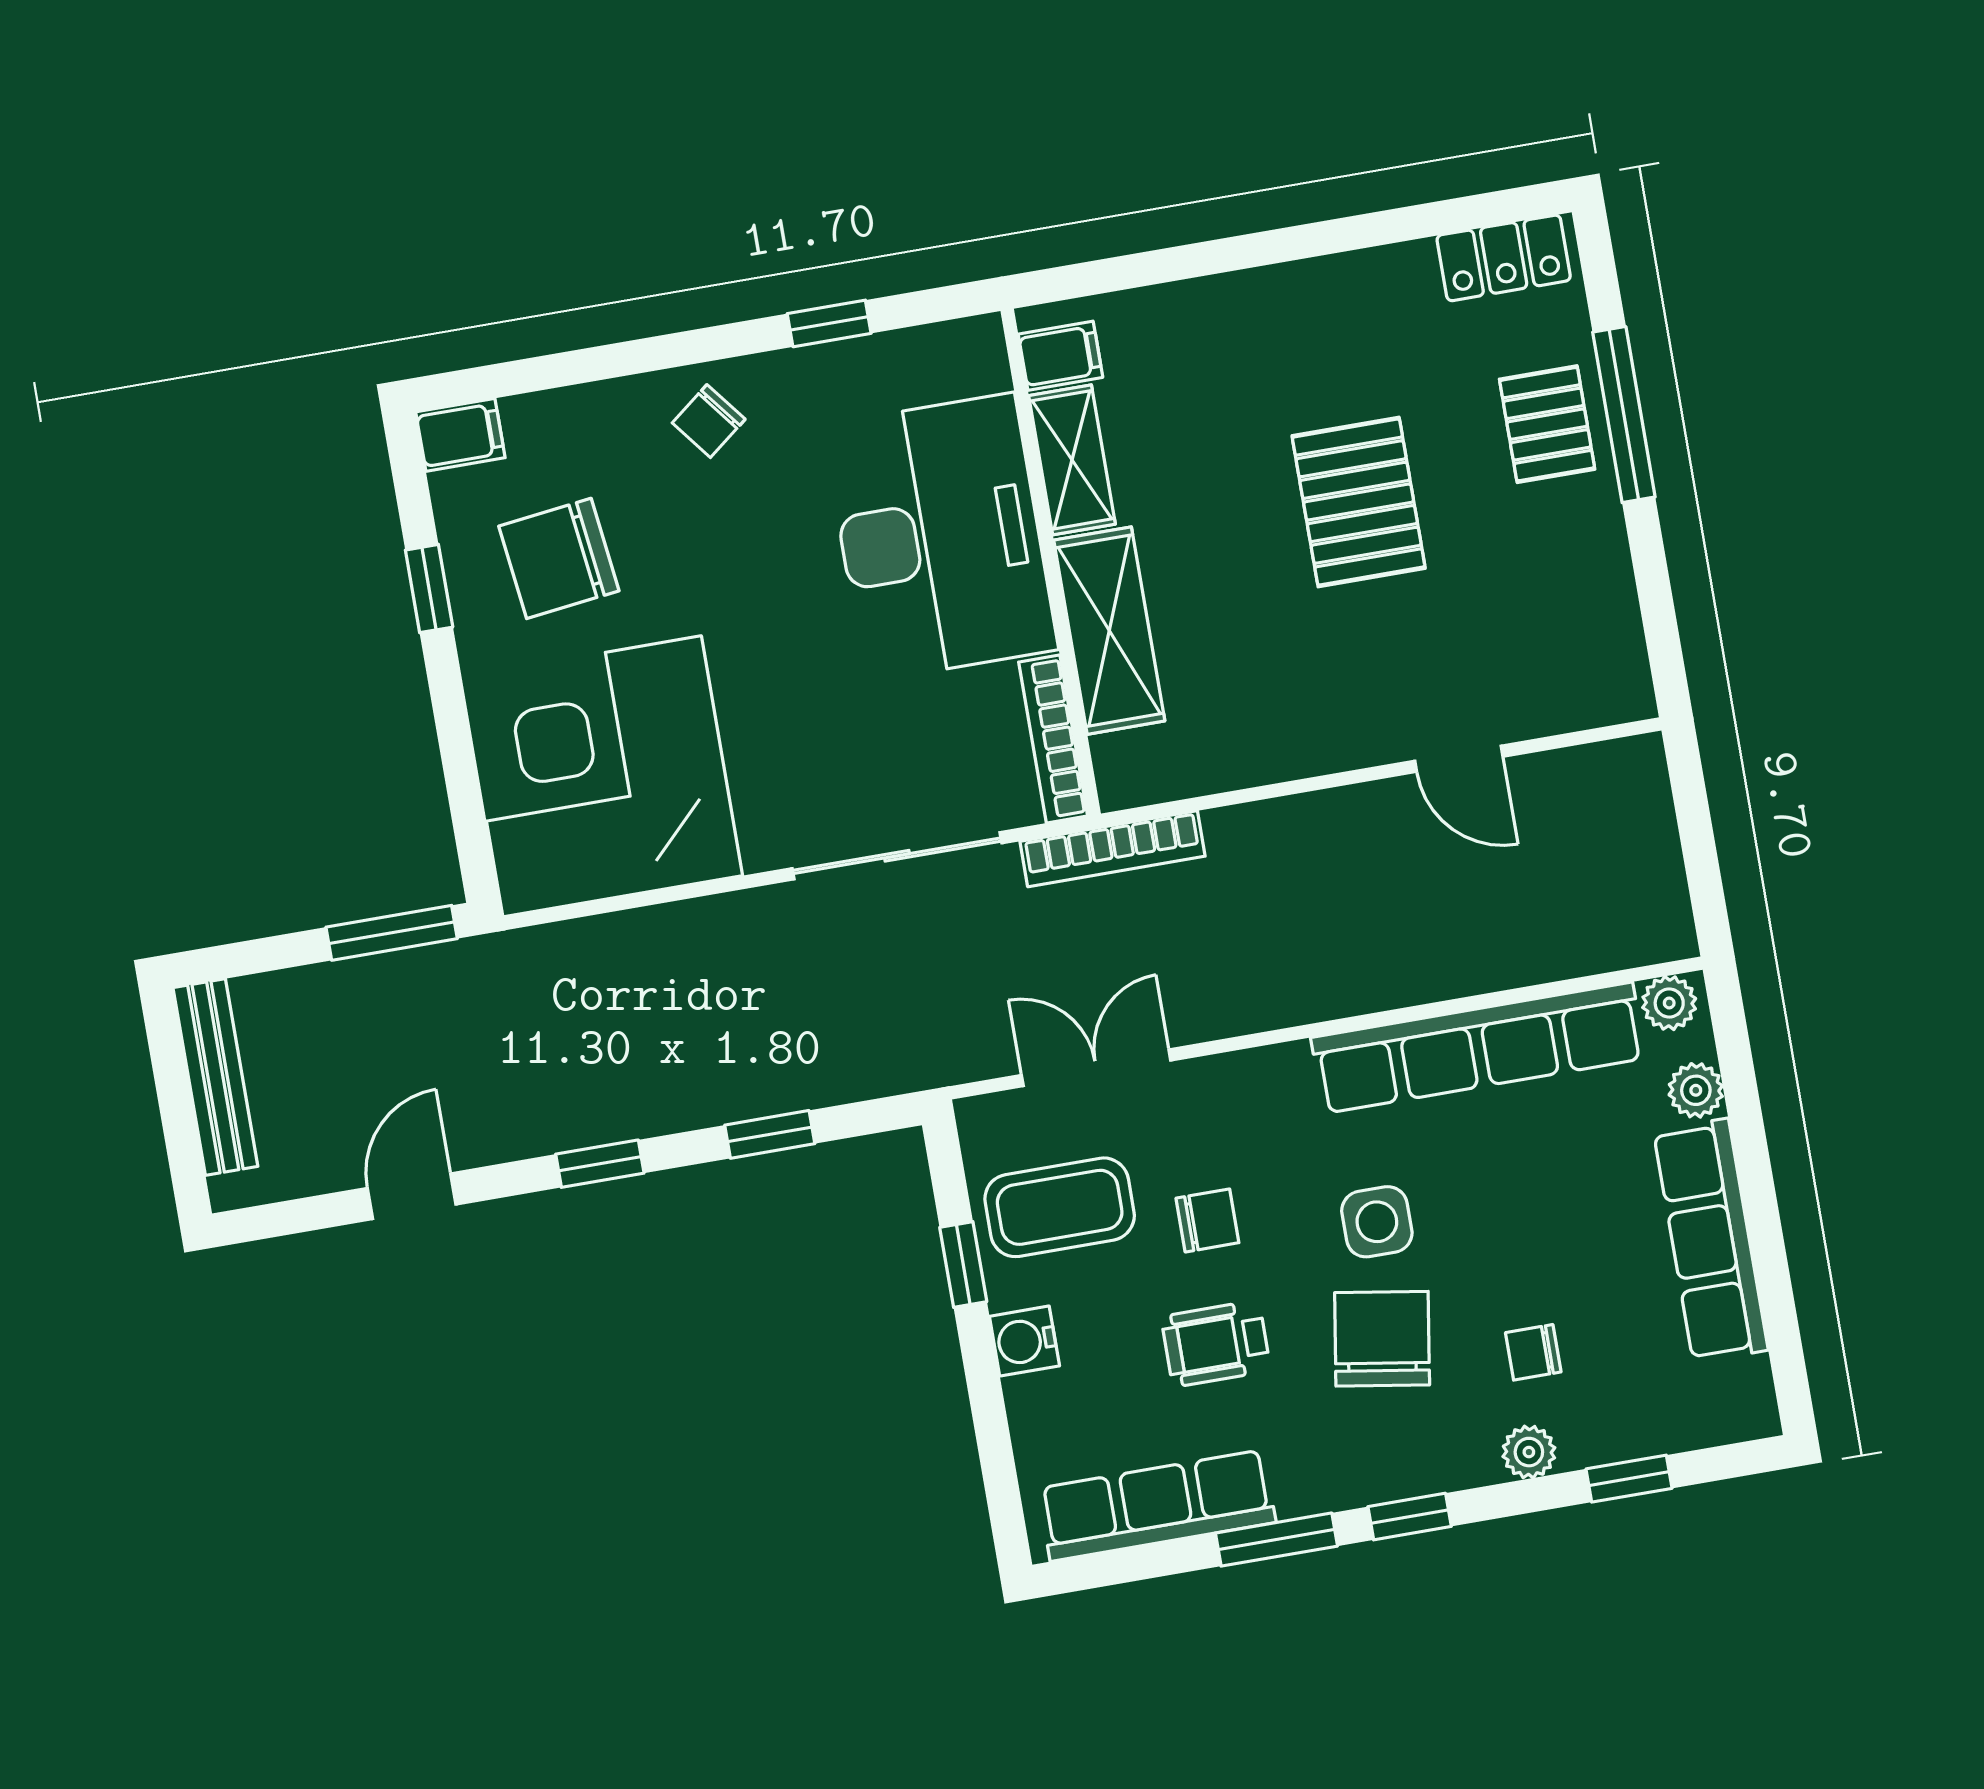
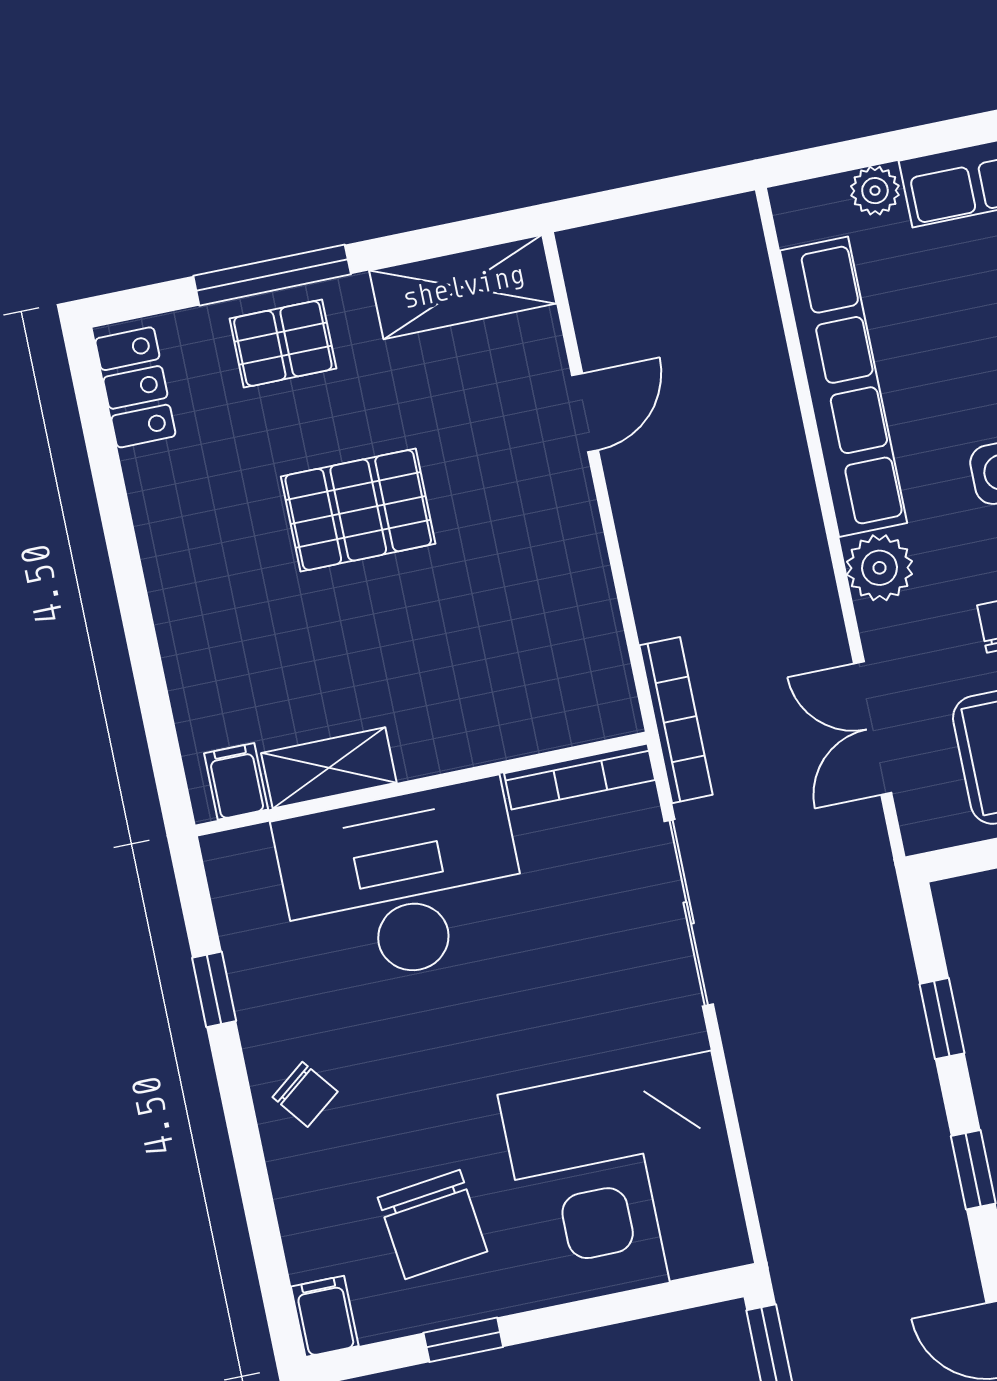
shelving: (1109, 631) -> (463, 287), moved
plant: (1669, 1003) -> (880, 568), moved, width x1.38, depth x1.38

